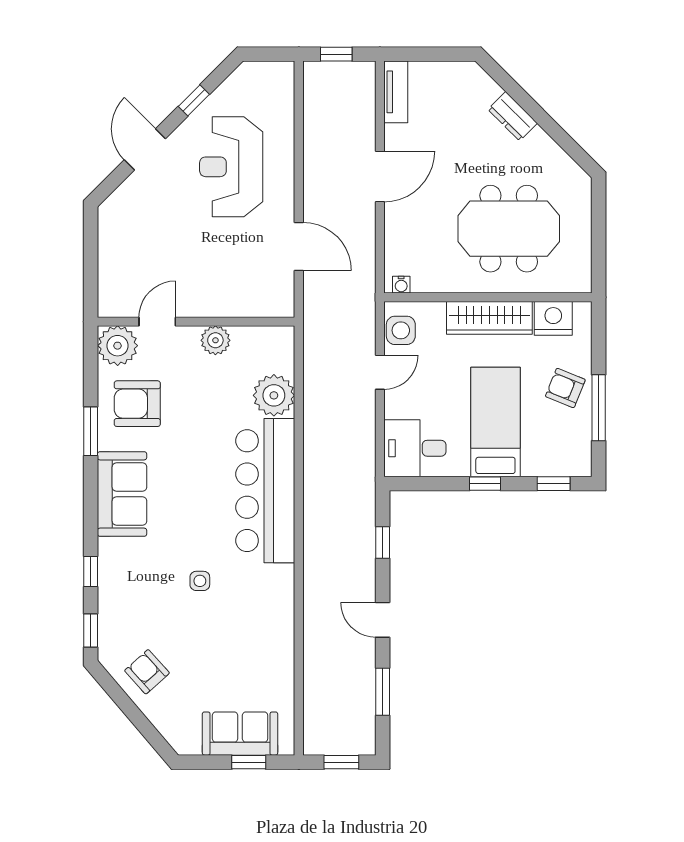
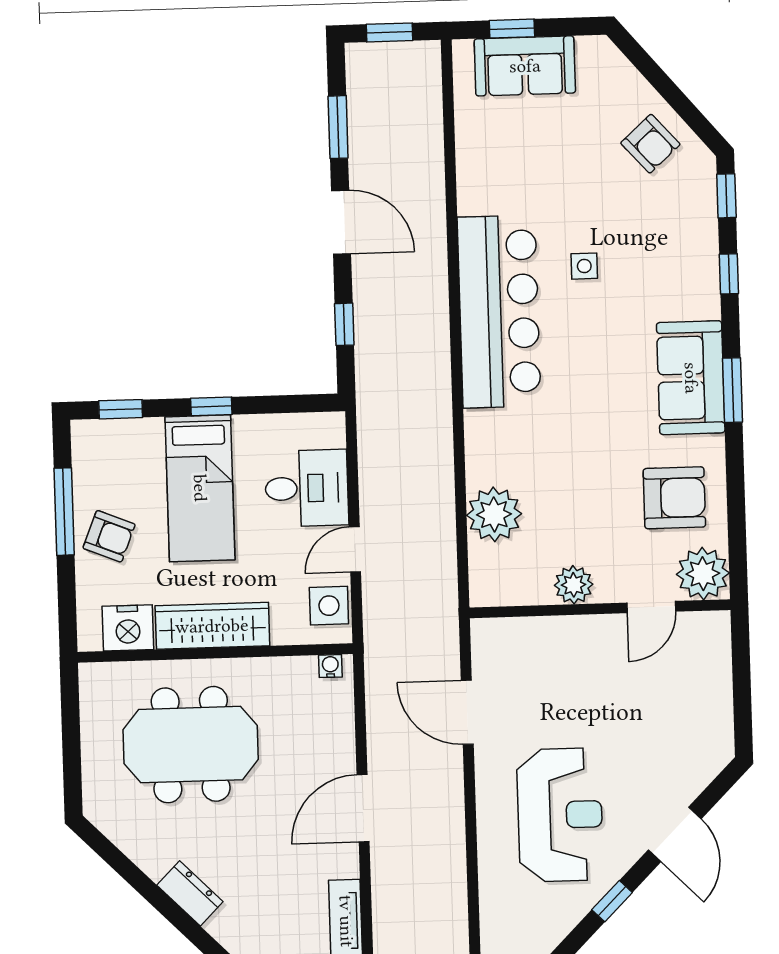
window: (91, 431) -> (733, 390), moved
desk: (415, 448) -> (307, 488), moved
bar counter: (265, 491) -> (499, 312), moved
door: (383, 620) -> (341, 222), width x1.38

